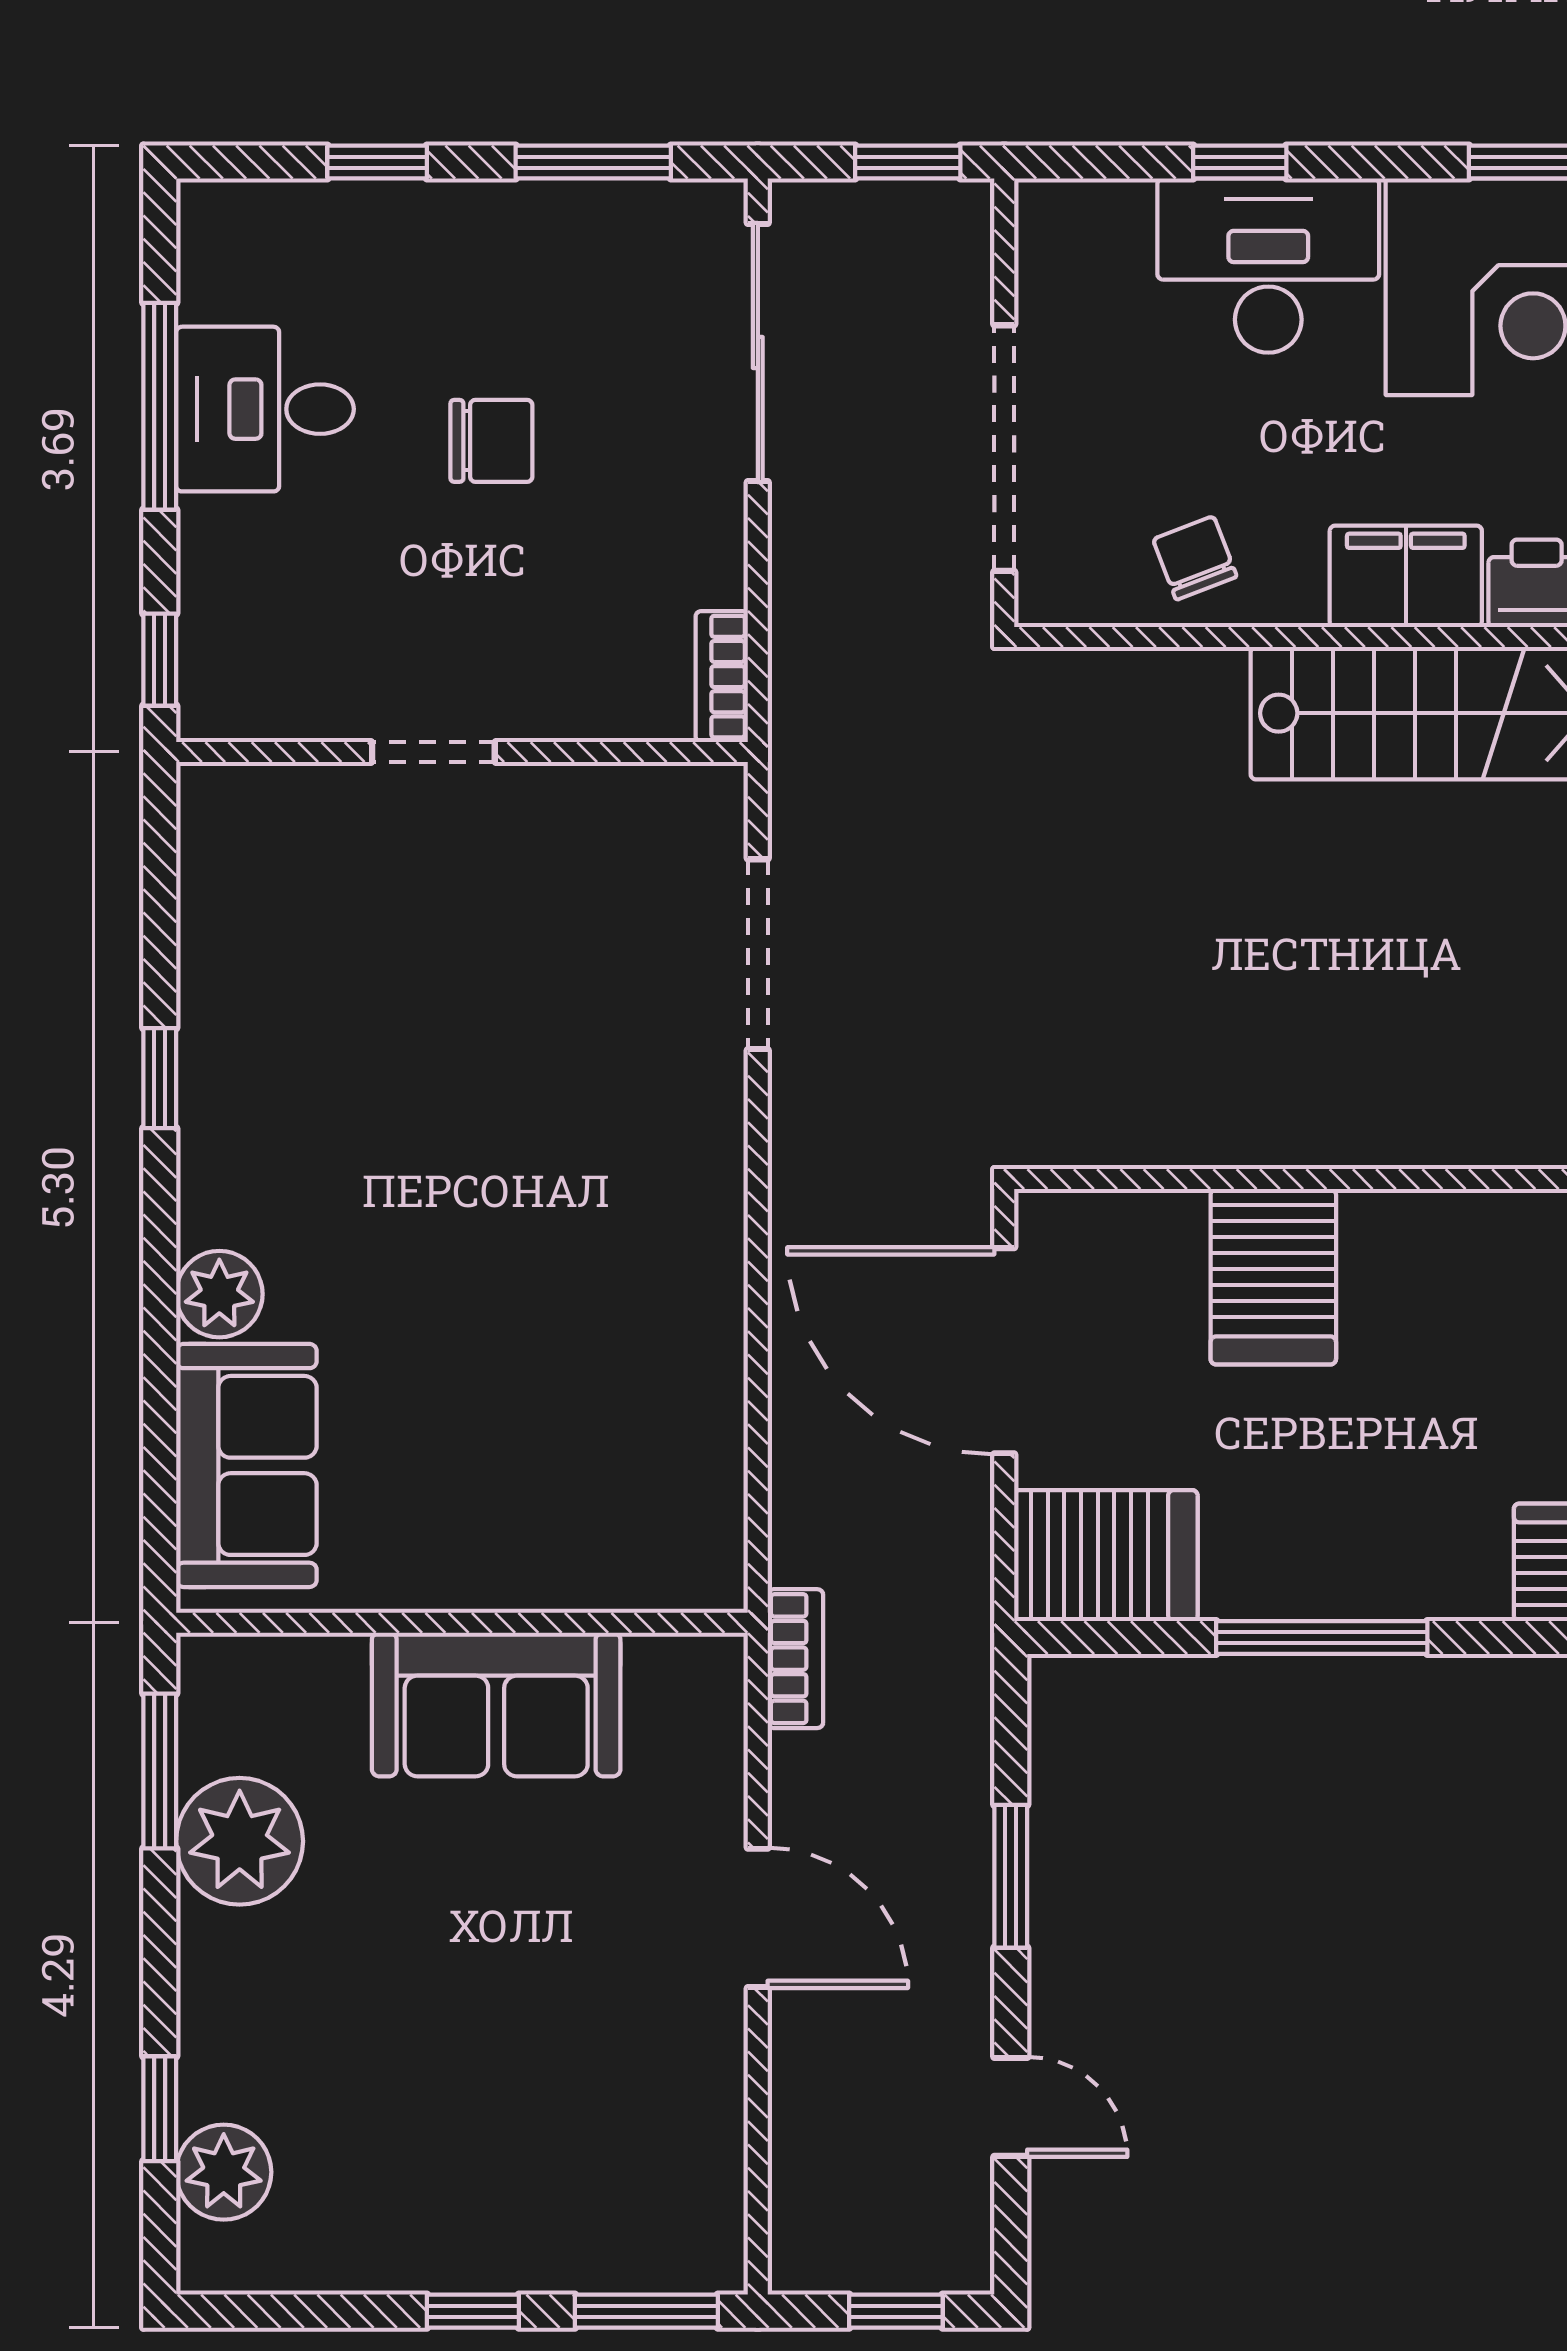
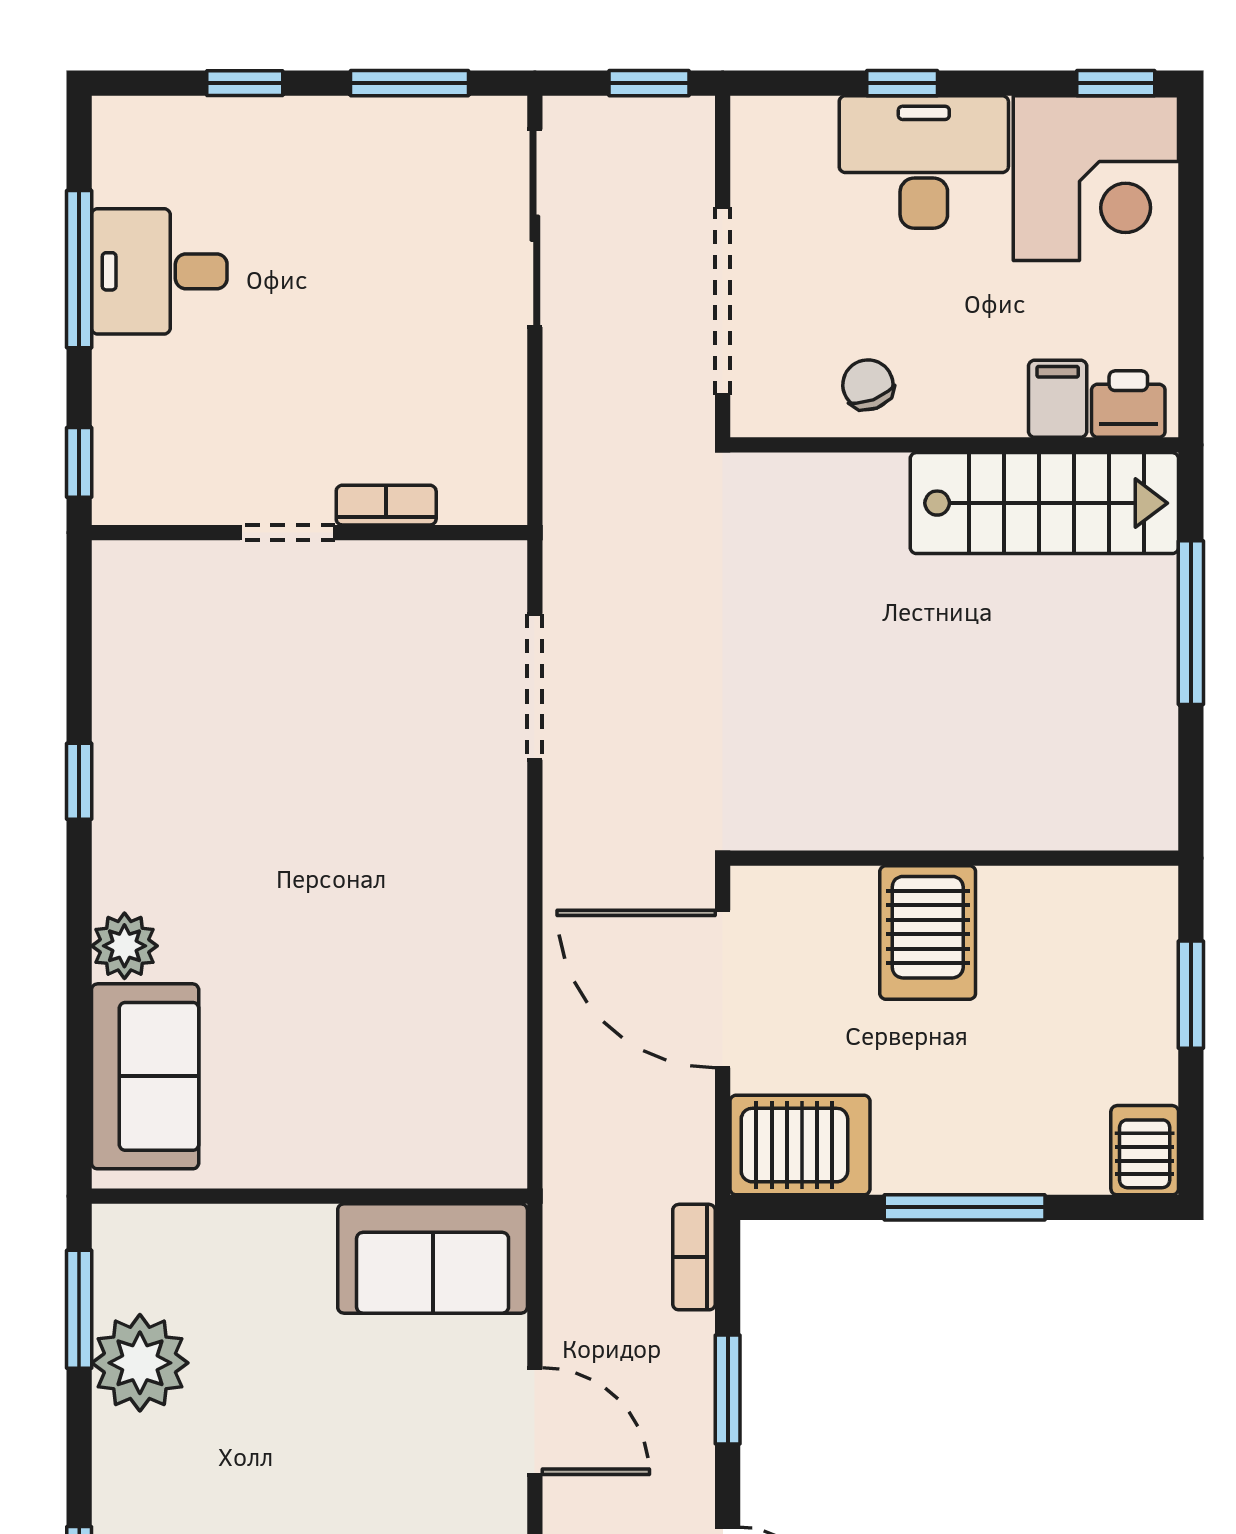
chair: (491, 441) -> (332, 296), removed
filing cabinet: (1406, 576) -> (1058, 399), width x0.50
bookcase: (722, 677) -> (386, 505), moved, turned 90
bookcase: (795, 1659) -> (694, 1257), moved, turned 180
sofa: (496, 1704) -> (433, 1259), moved

